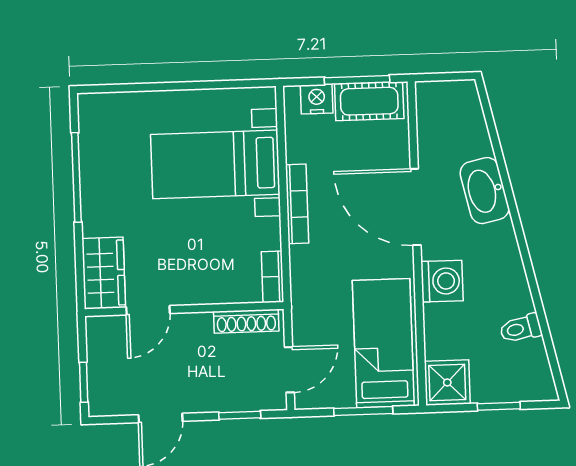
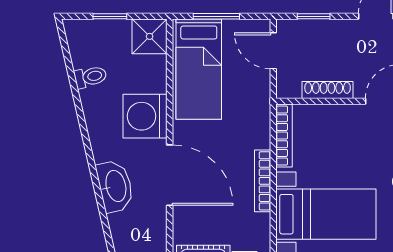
bookcase: (272, 277) -> (284, 136), width x1.56
washing machine: (442, 281) -> (145, 116), width x1.37, depth x1.37
shoe rack: (246, 321) -> (328, 90), moved
door: (289, 370) -> (273, 51), hinge flipped

